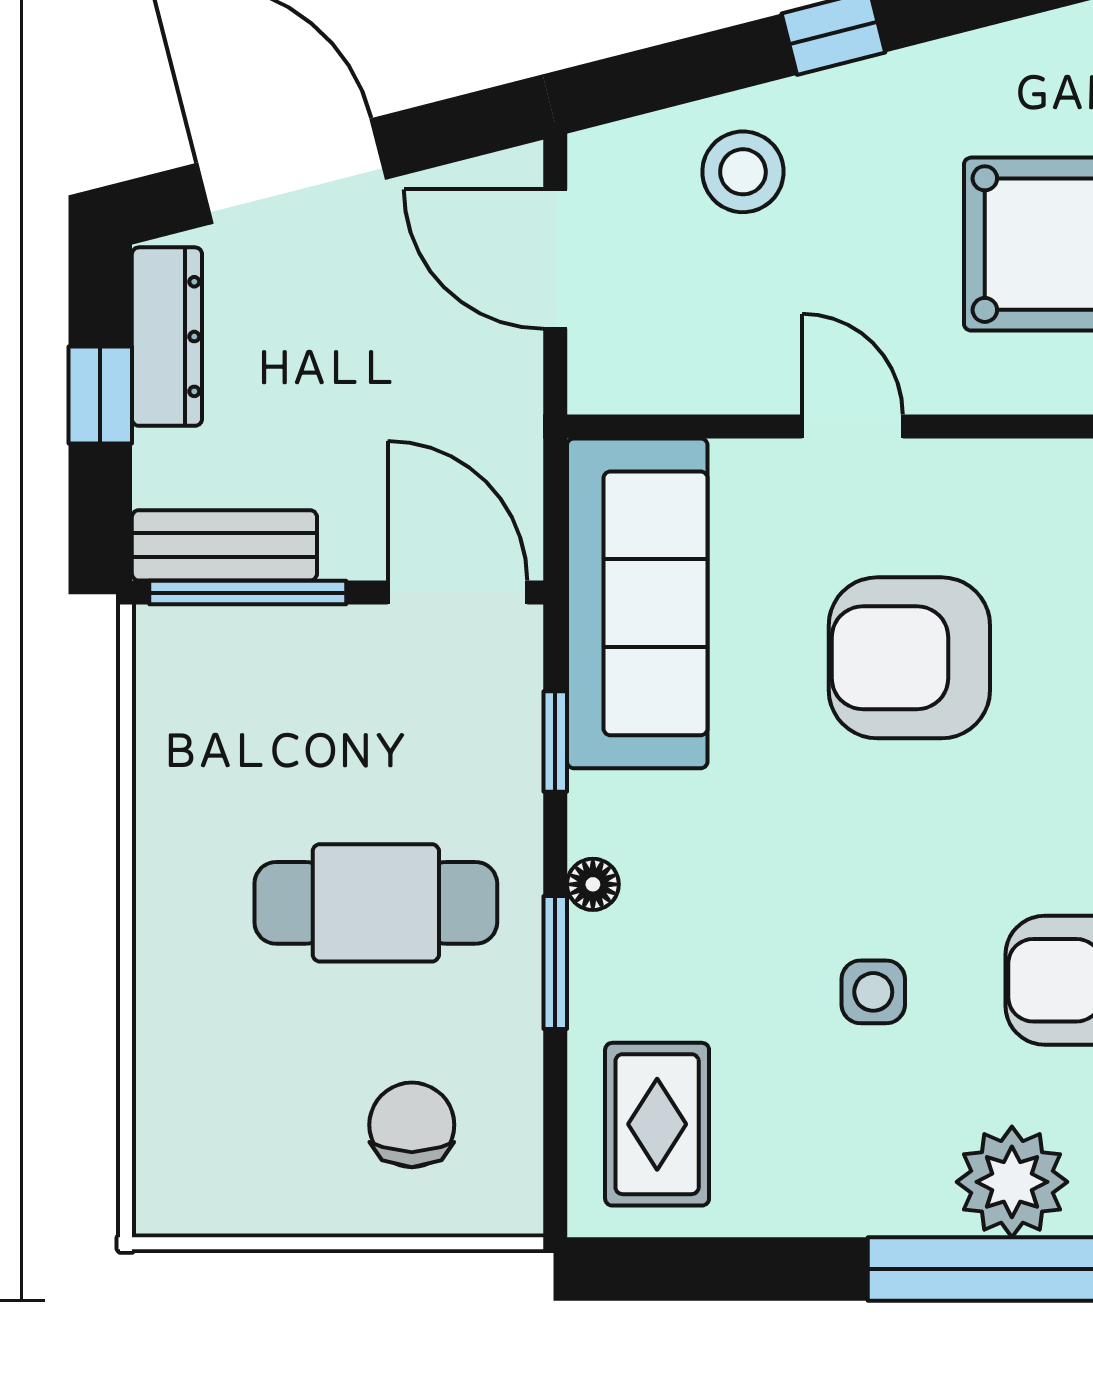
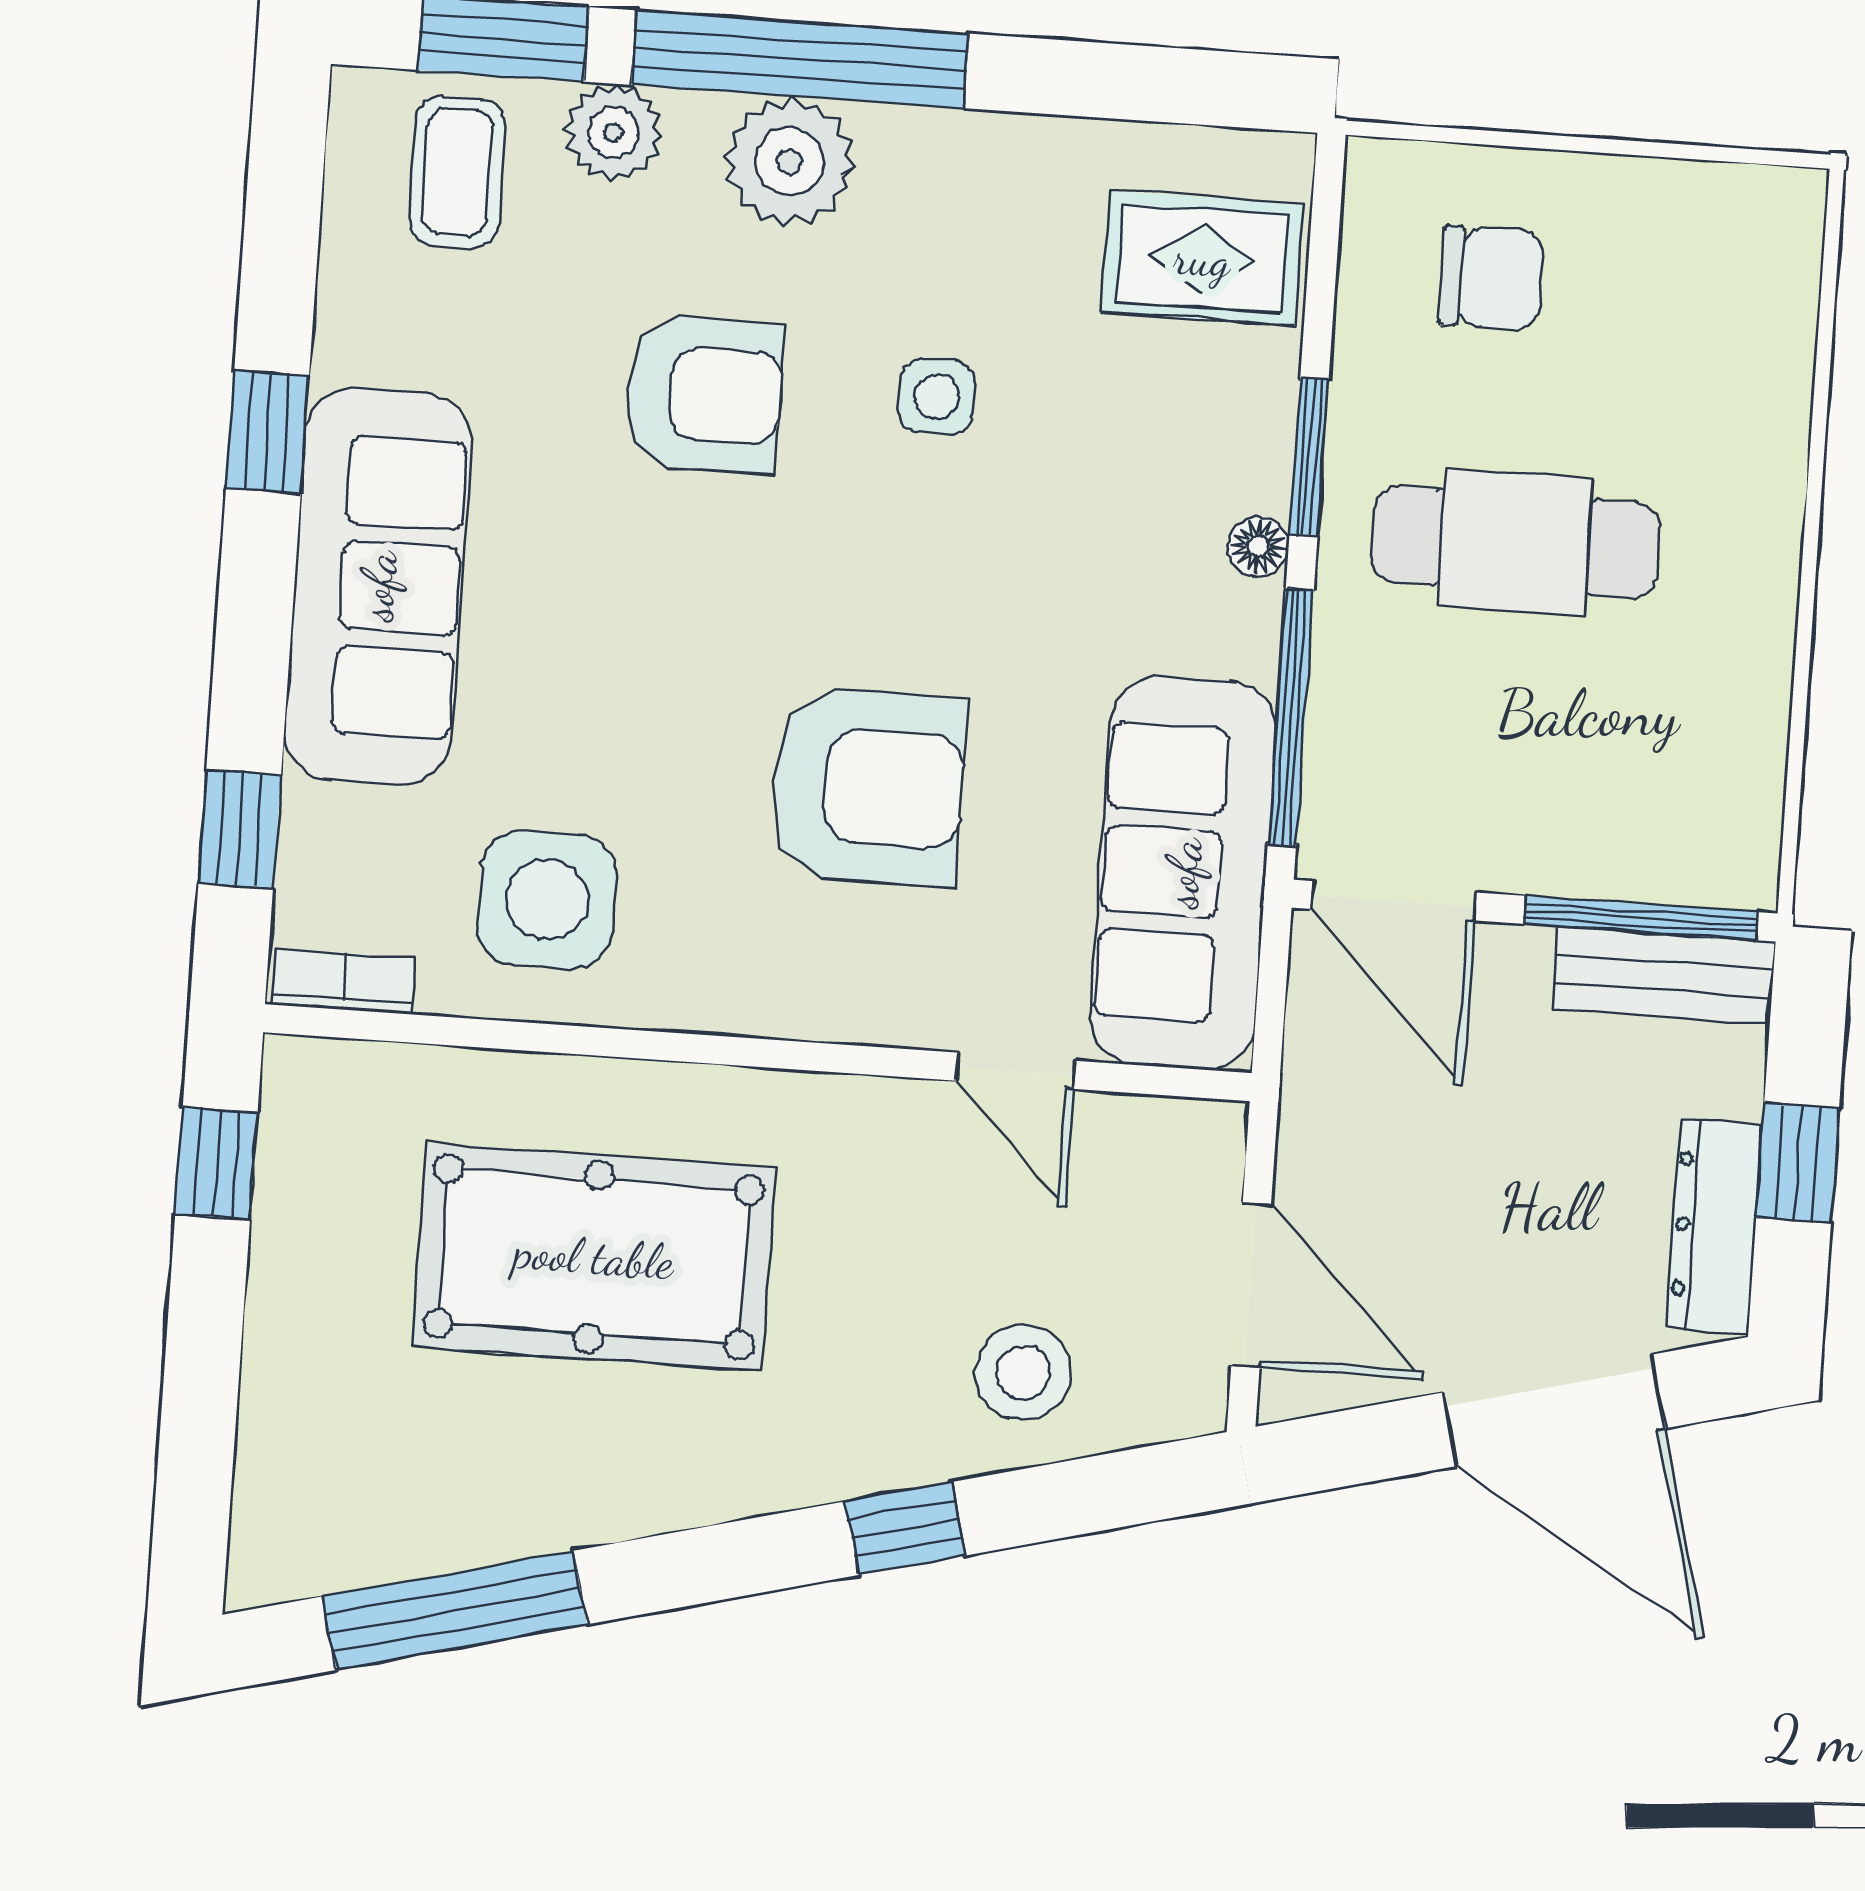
door: (853, 426) -> (1016, 1071), moved
window: (555, 742) -> (1291, 717), width x2.17
rug: (657, 1124) -> (1202, 259), turned 90
chair: (412, 1125) -> (1491, 278), turned -90

